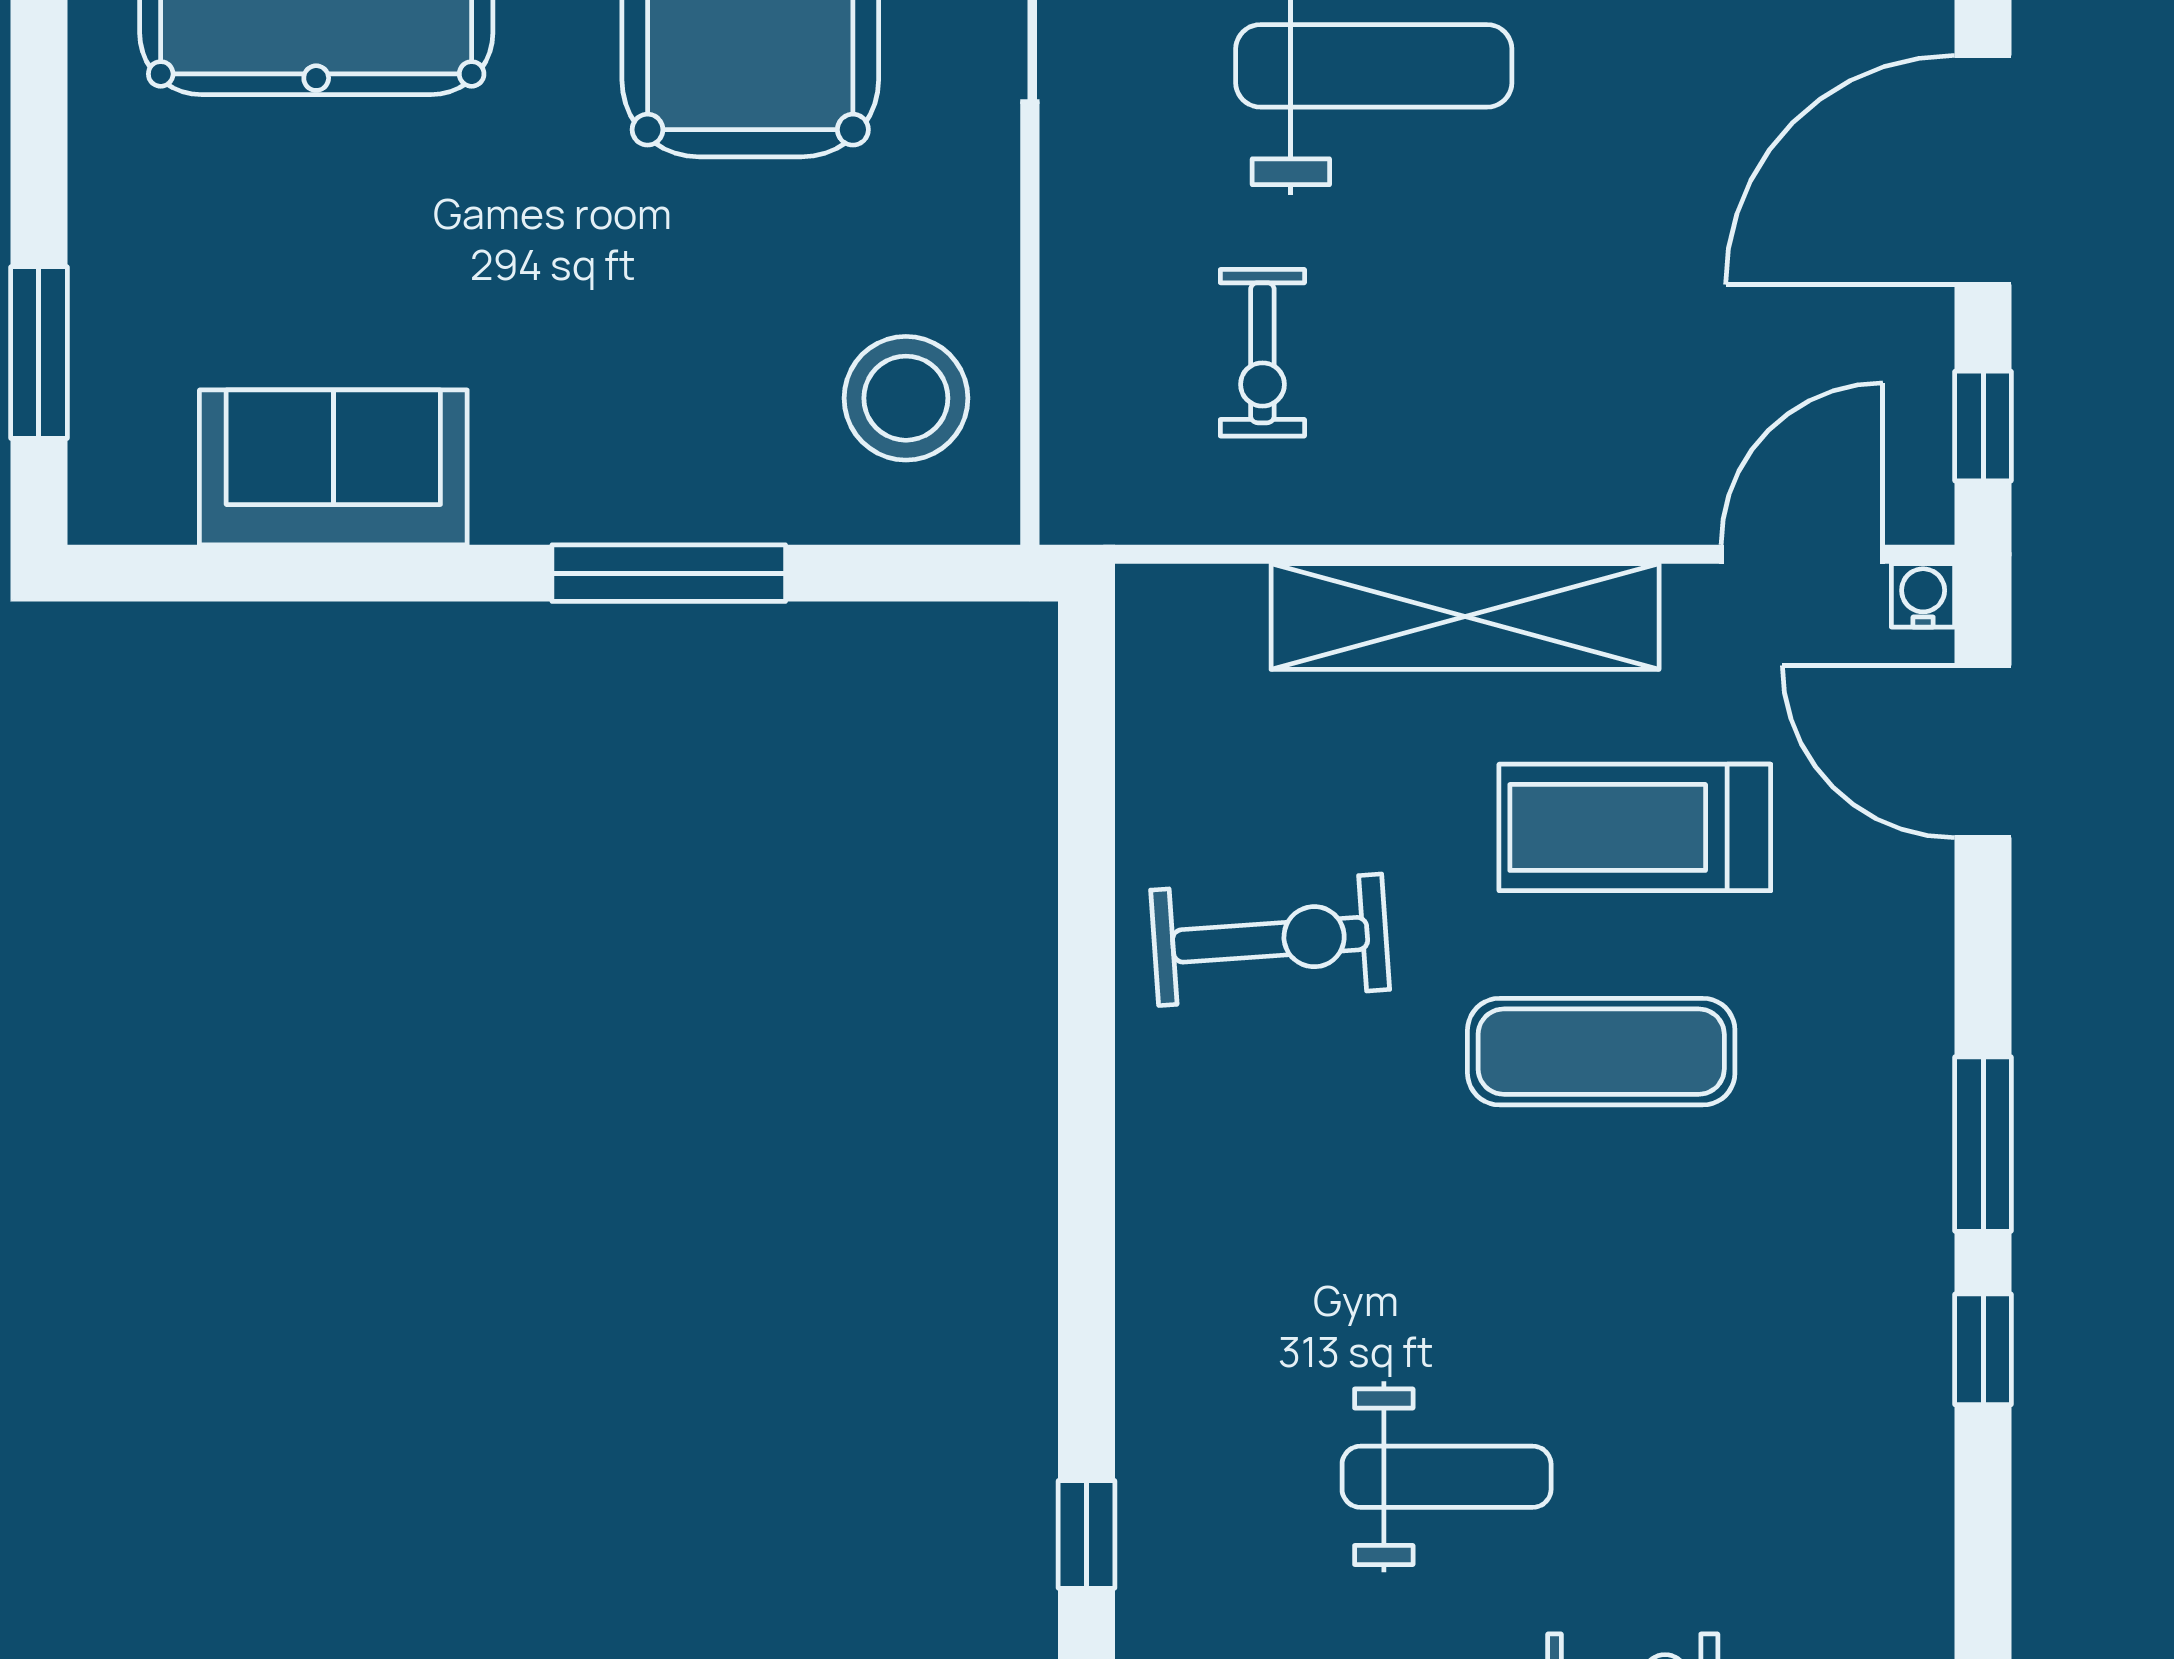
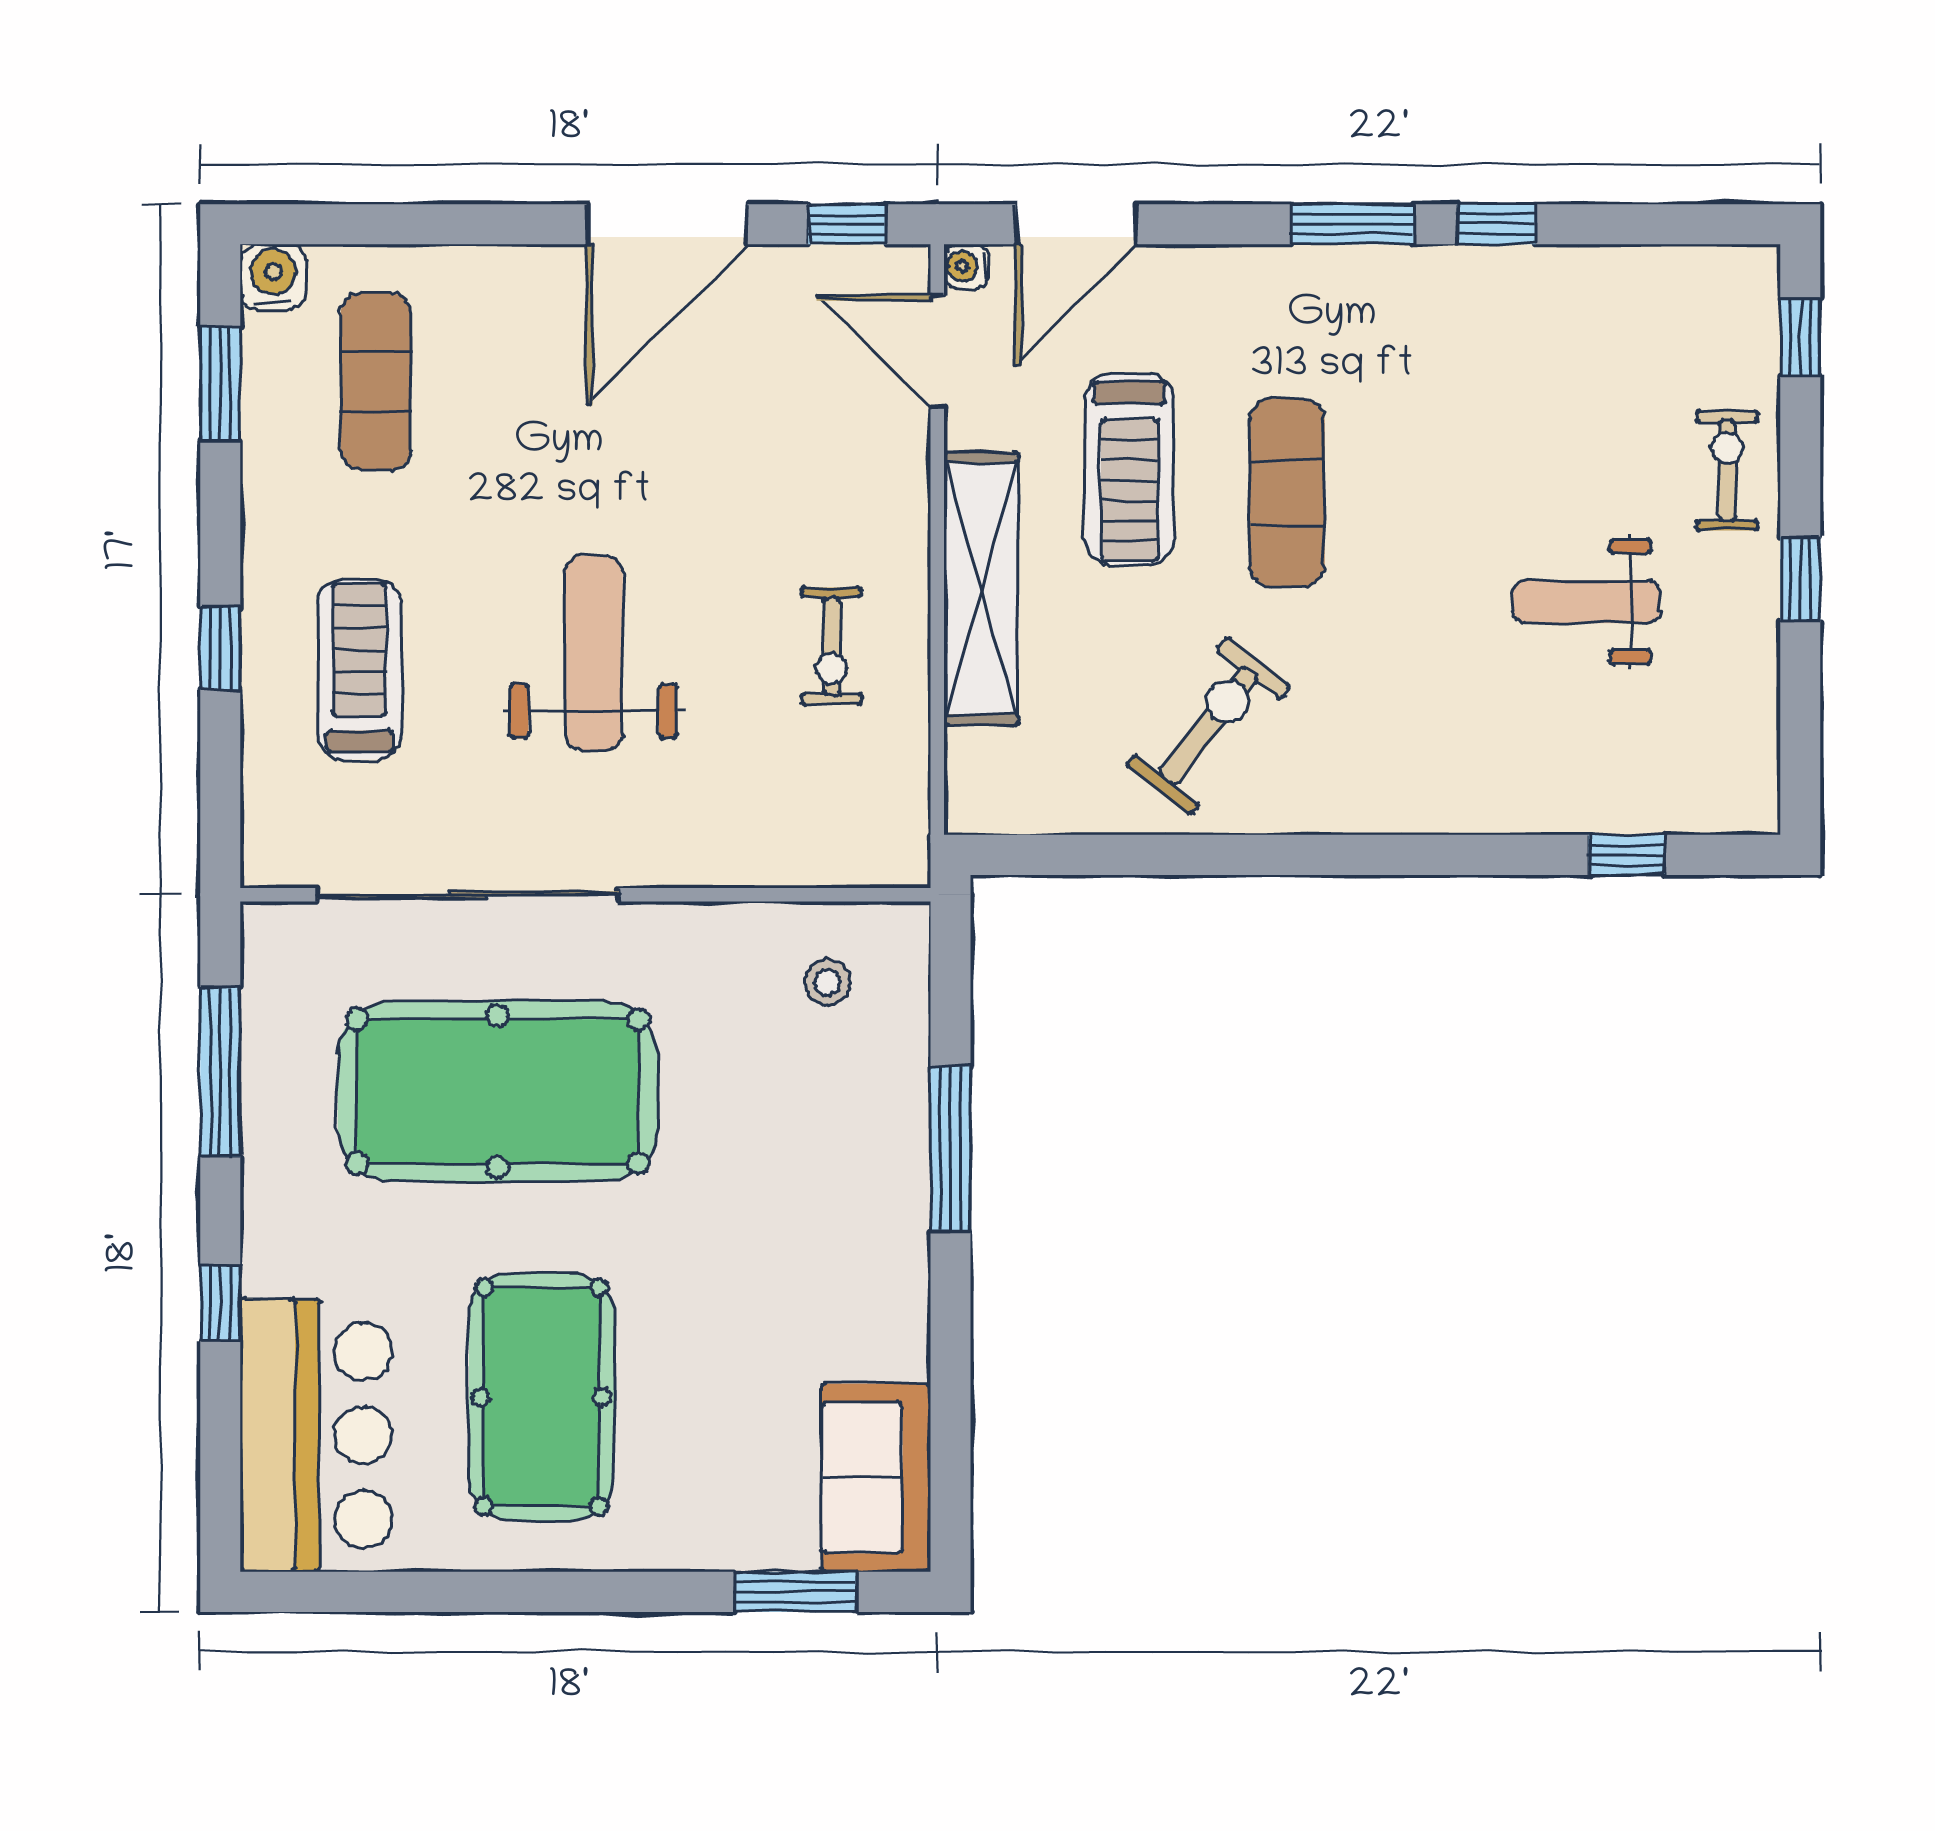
door: (1983, 170) -> (667, 224), hinge flipped
exercise bike: (1262, 353) -> (832, 646), moved, turned 90
stool: (906, 398) -> (827, 982), width x0.53, depth x0.53
sofa: (333, 467) -> (876, 1478), moved
exercise bike: (1270, 940) -> (1208, 726), turned 42
weight bench: (1447, 1477) -> (1586, 602), turned -90

